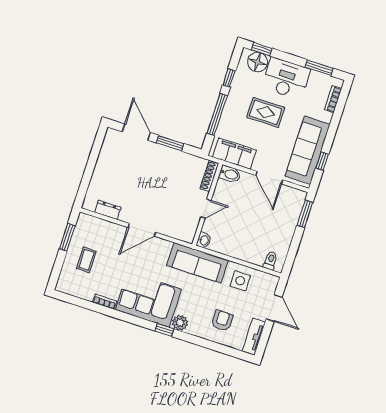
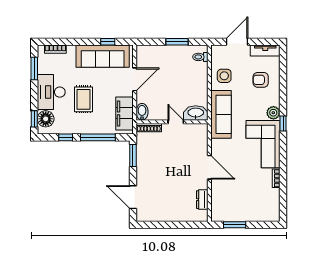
door: (136, 132) -> (133, 197), hinge flipped
window: (170, 143) -> (133, 155), moved
window: (305, 214) -> (177, 42), moved
washbasin: (204, 240) -> (196, 113), width x1.91, depth x1.45
coffee table: (86, 260) -> (248, 204), removed

